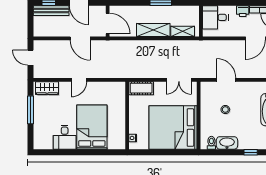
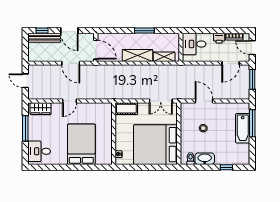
desk: (65, 137) -> (39, 151), moved, turned 90

